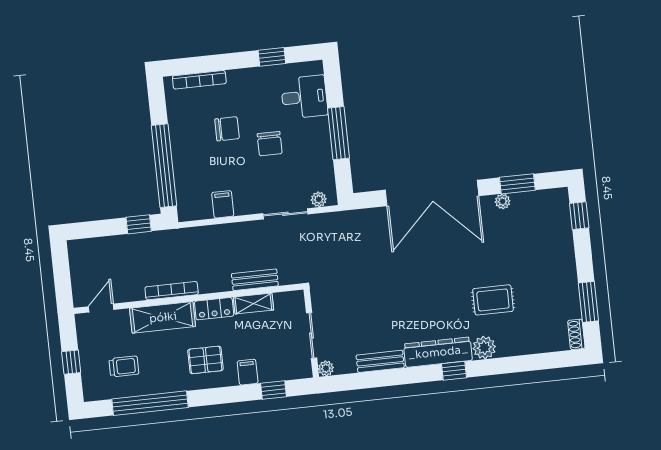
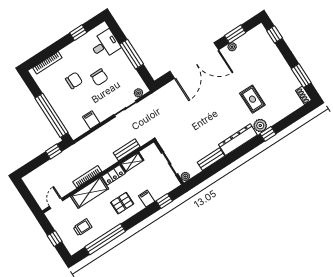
rug: (493, 300) -> (252, 99), turned 90
window: (454, 371) -> (268, 134), moved

